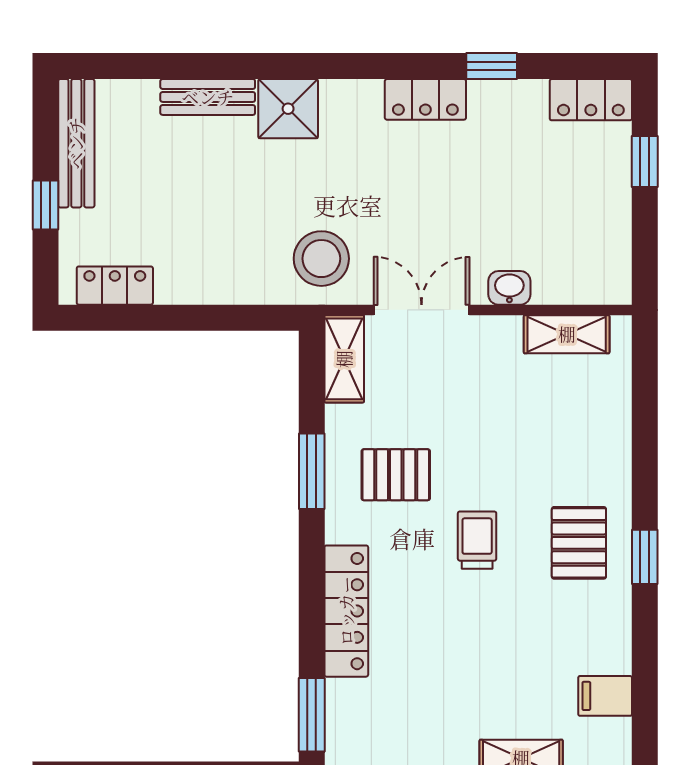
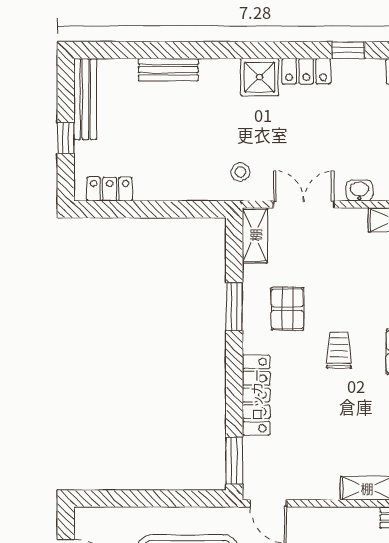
shower: (288, 109) -> (260, 77), moved
stool: (321, 259) -> (240, 172), width x0.53, depth x0.53
pallet: (396, 475) -> (287, 309), turned 90

